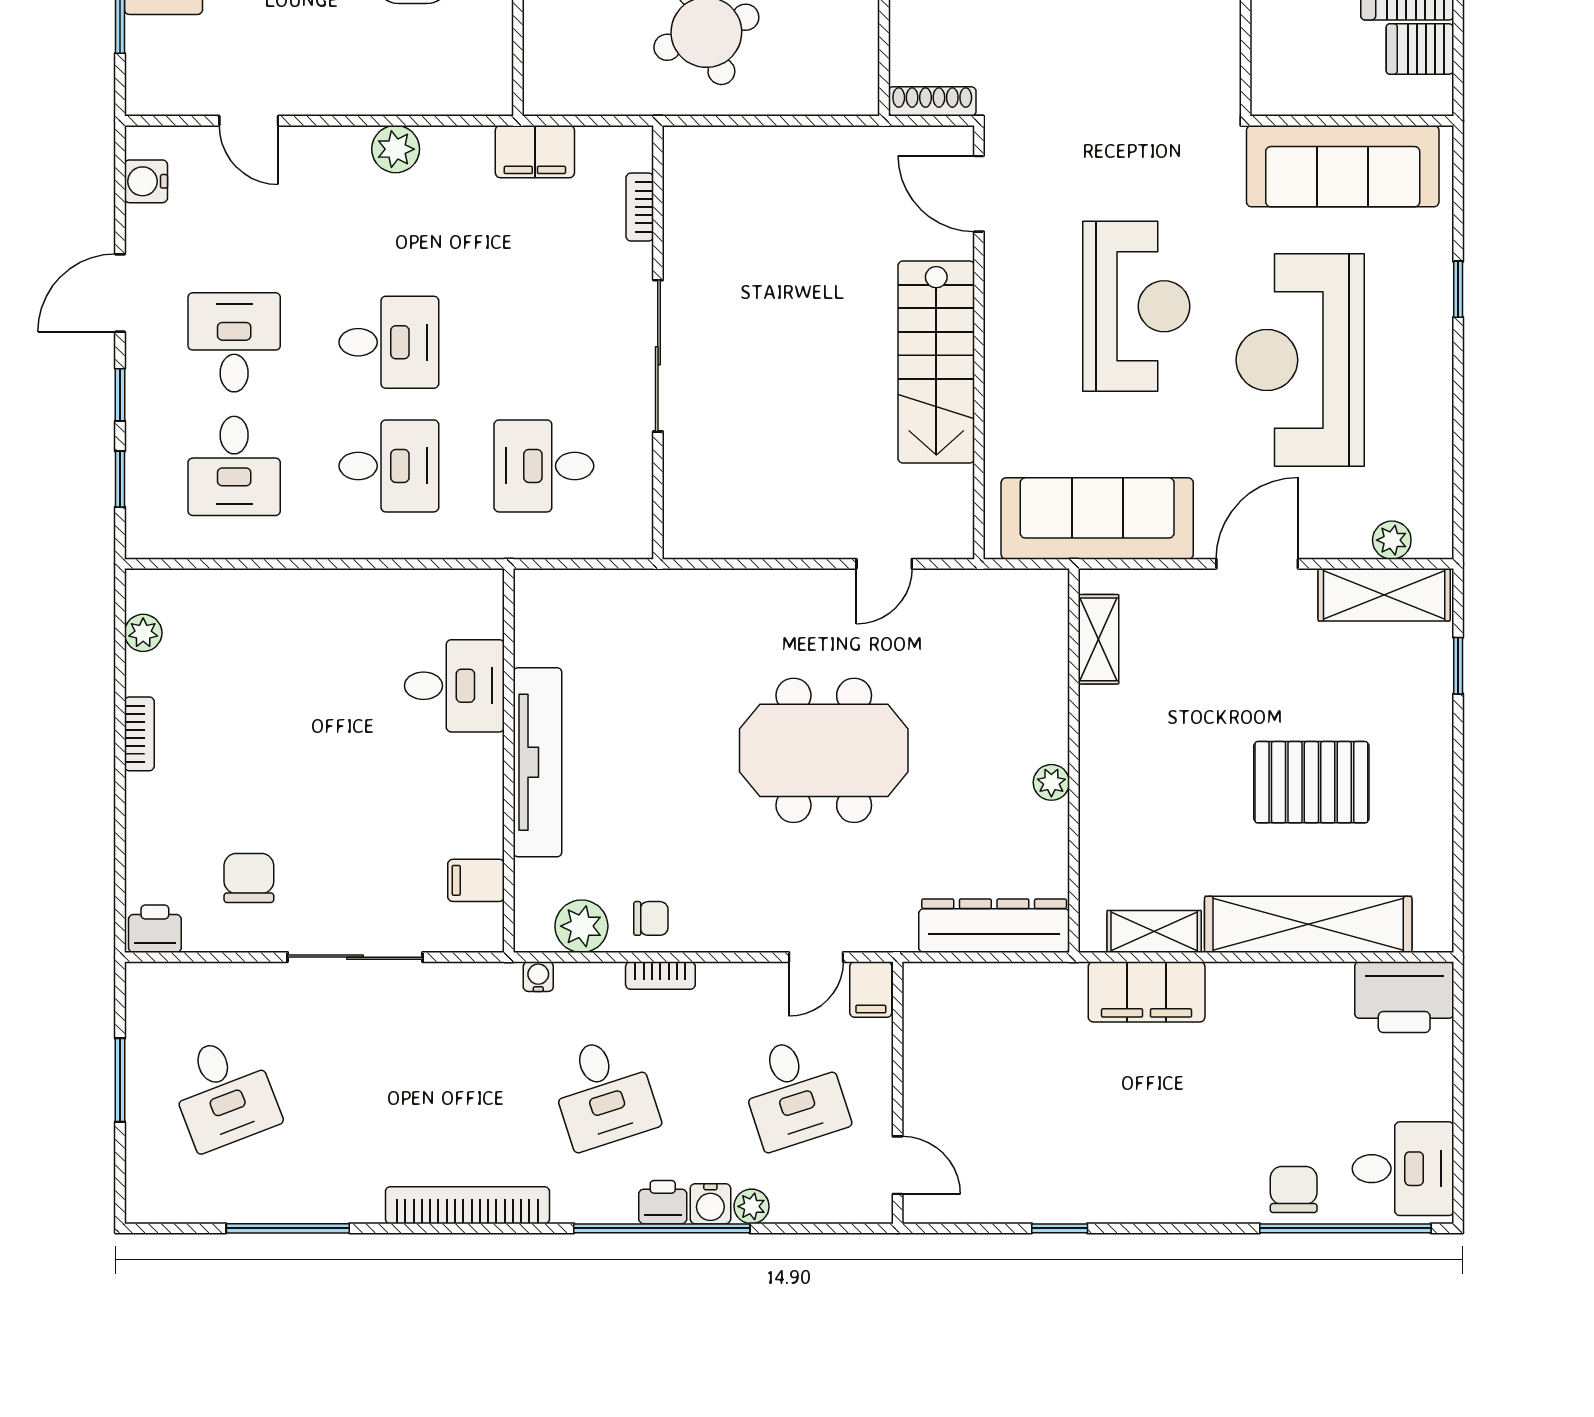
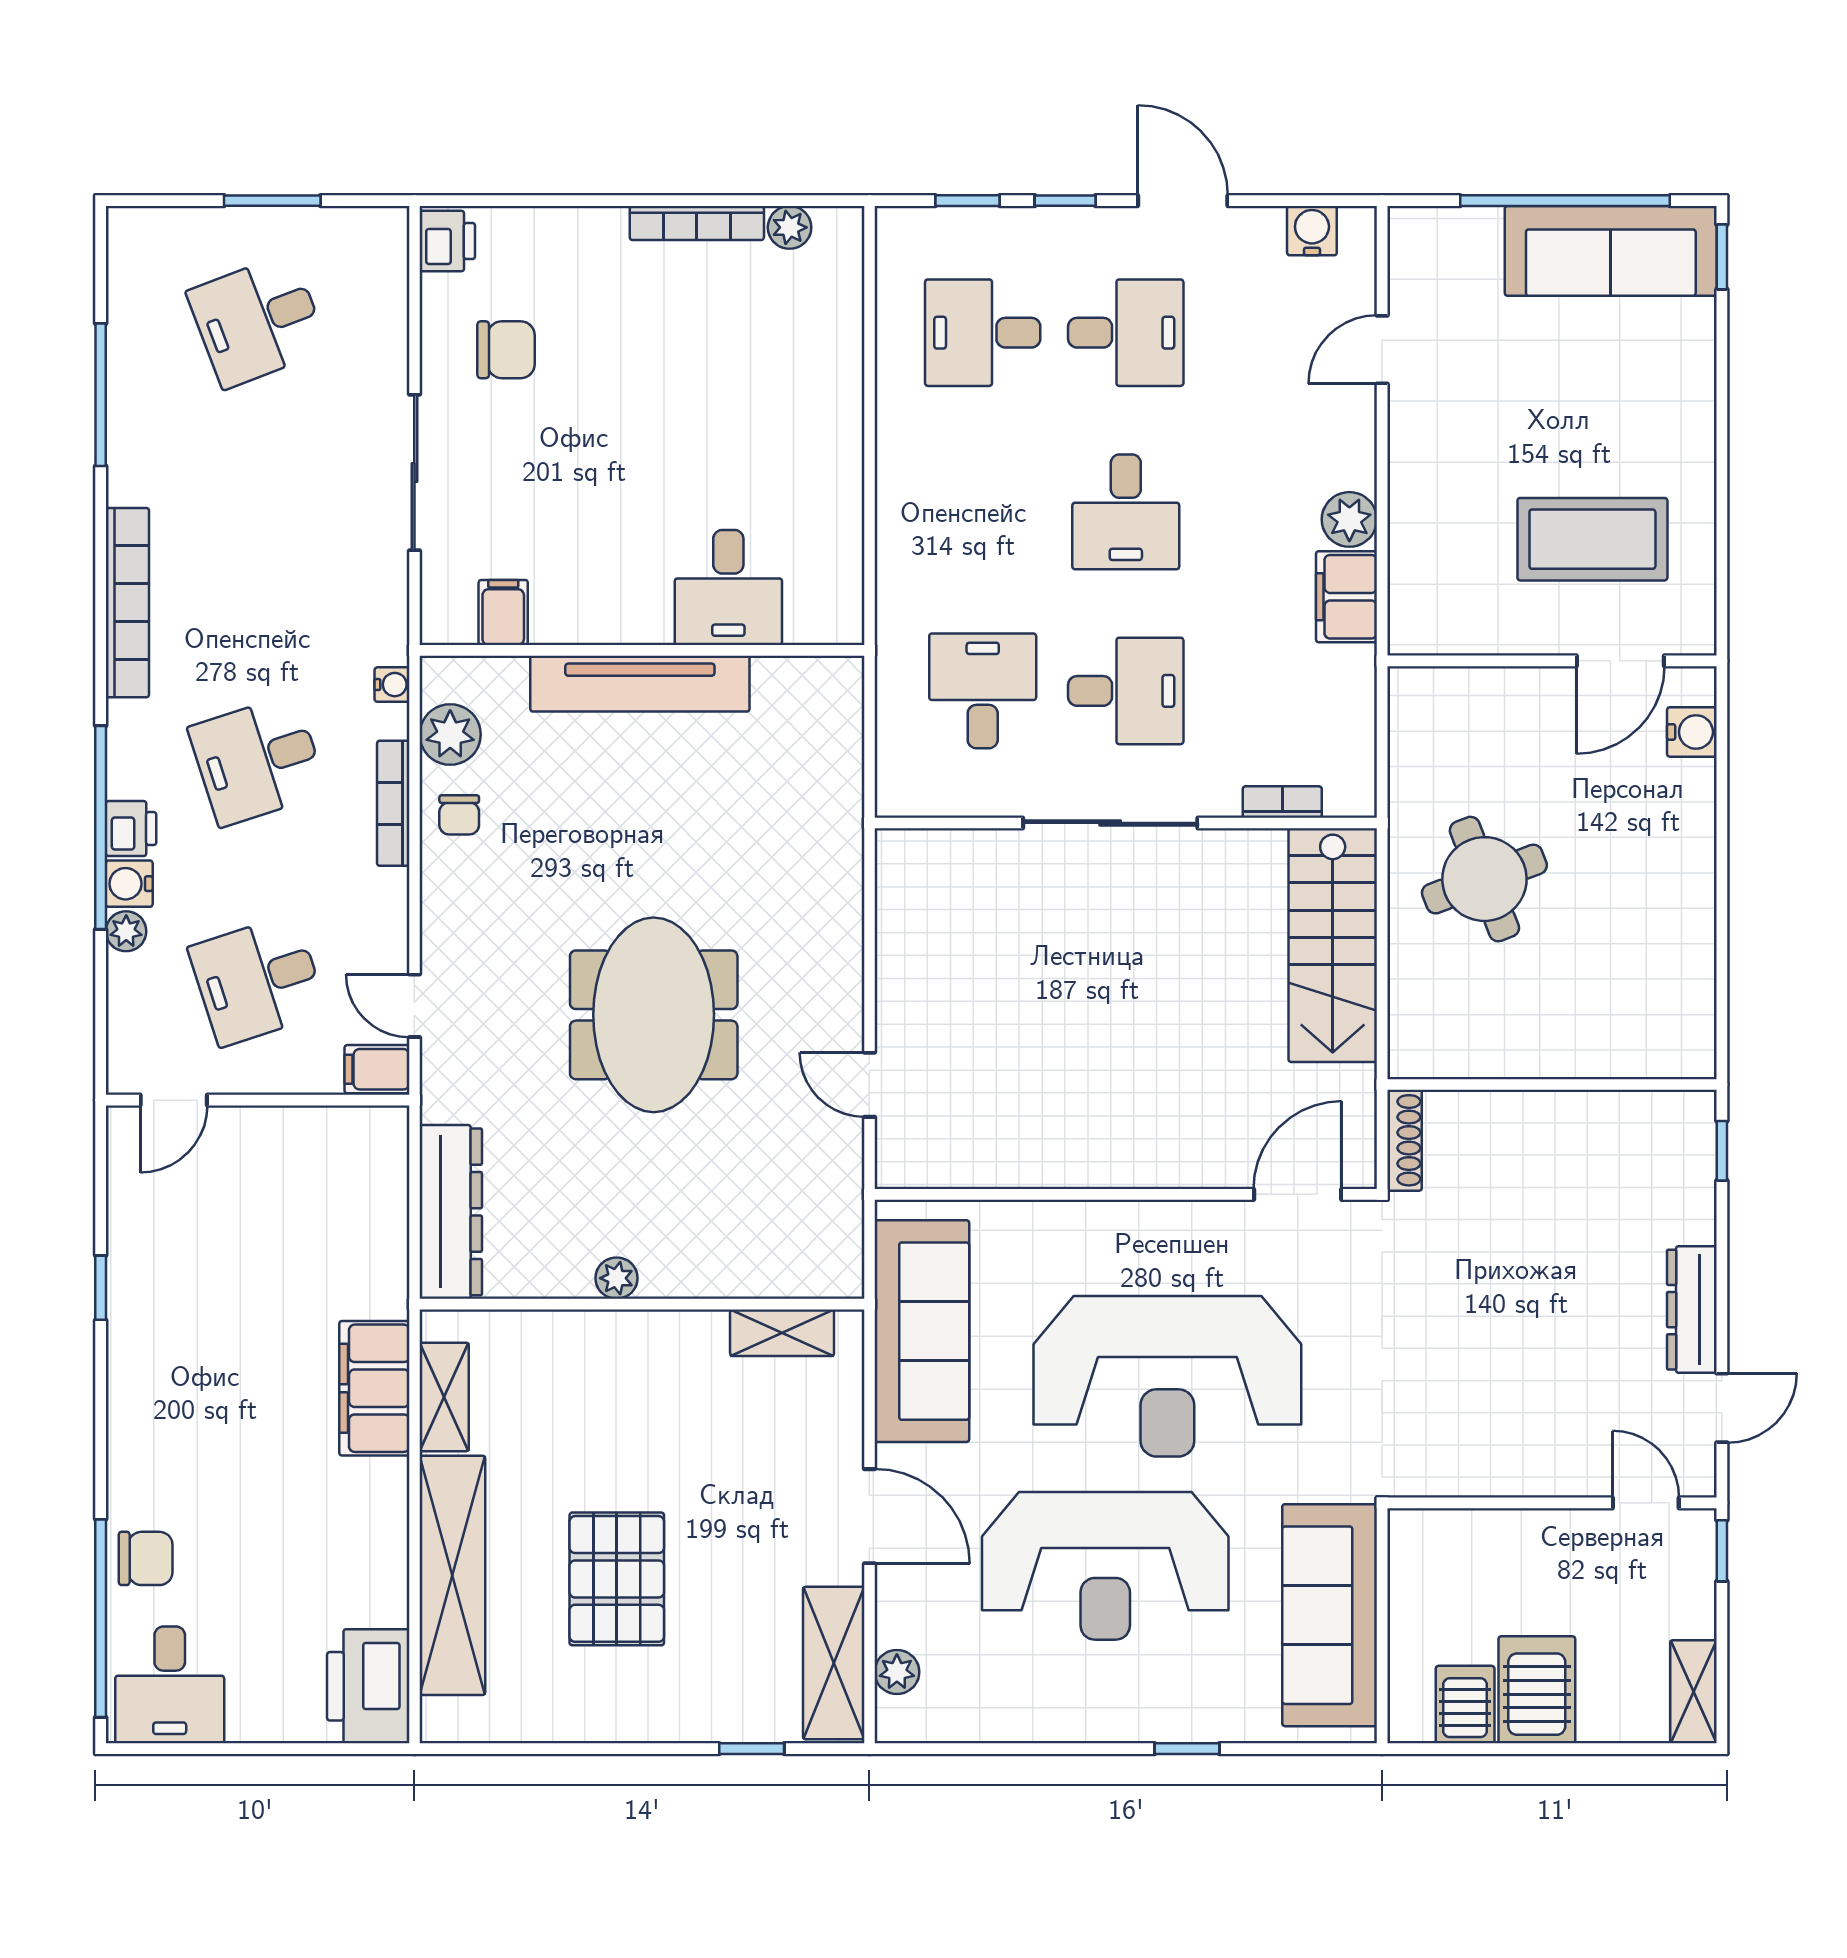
filing cabinet: (535, 152) -> (1346, 597), moved
reception desk: (1136, 306) -> (1167, 1376), width x1.36, depth x1.30
reception desk: (1300, 360) -> (1105, 1566), turned 180
stairs: (936, 362) -> (1333, 945), moved, turned -90
desk: (389, 466) -> (1126, 691), moved, turned -90
bookcase: (139, 734) -> (697, 223), width x1.56
bookcase: (660, 975) -> (393, 803), width x1.56

